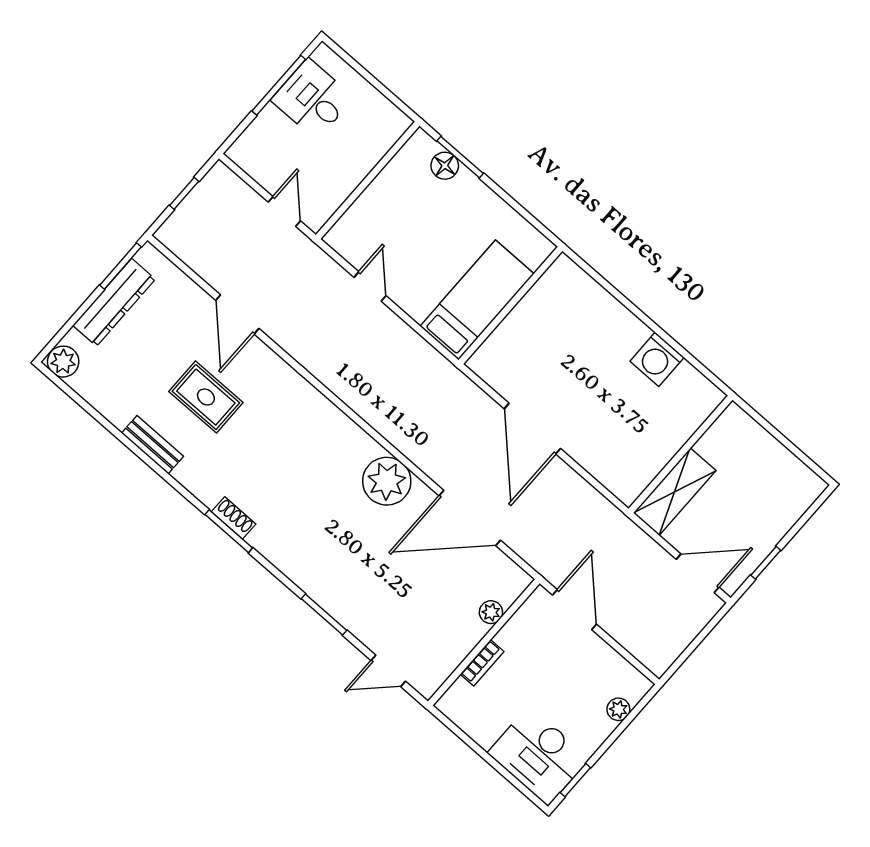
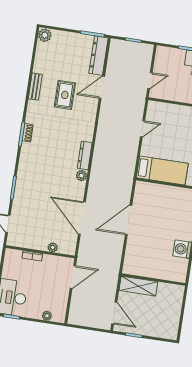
dresser: (114, 302) -> (98, 56), moved, turned 90
dresser: (350, 434) -> (85, 155), added
plant: (387, 481) -> (81, 176), width x0.53, depth x0.53

